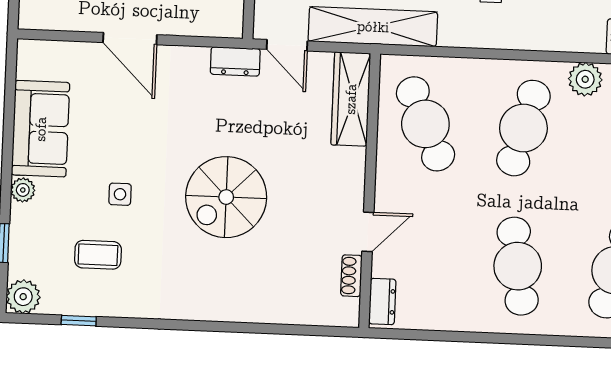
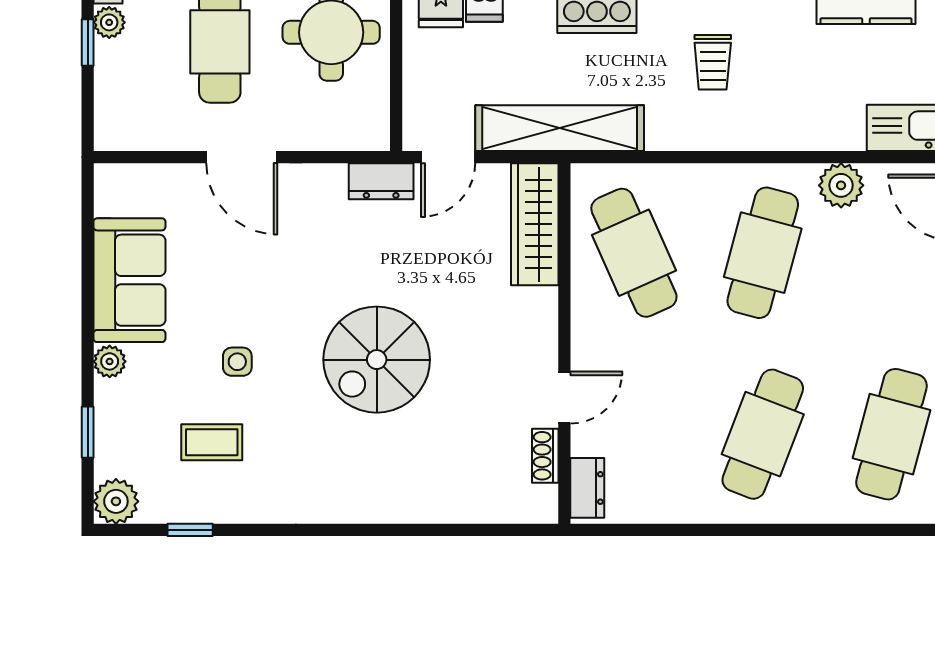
door: (287, 45) -> (448, 157), hinge flipped
cafe table: (518, 266) -> (763, 434), turned 30

